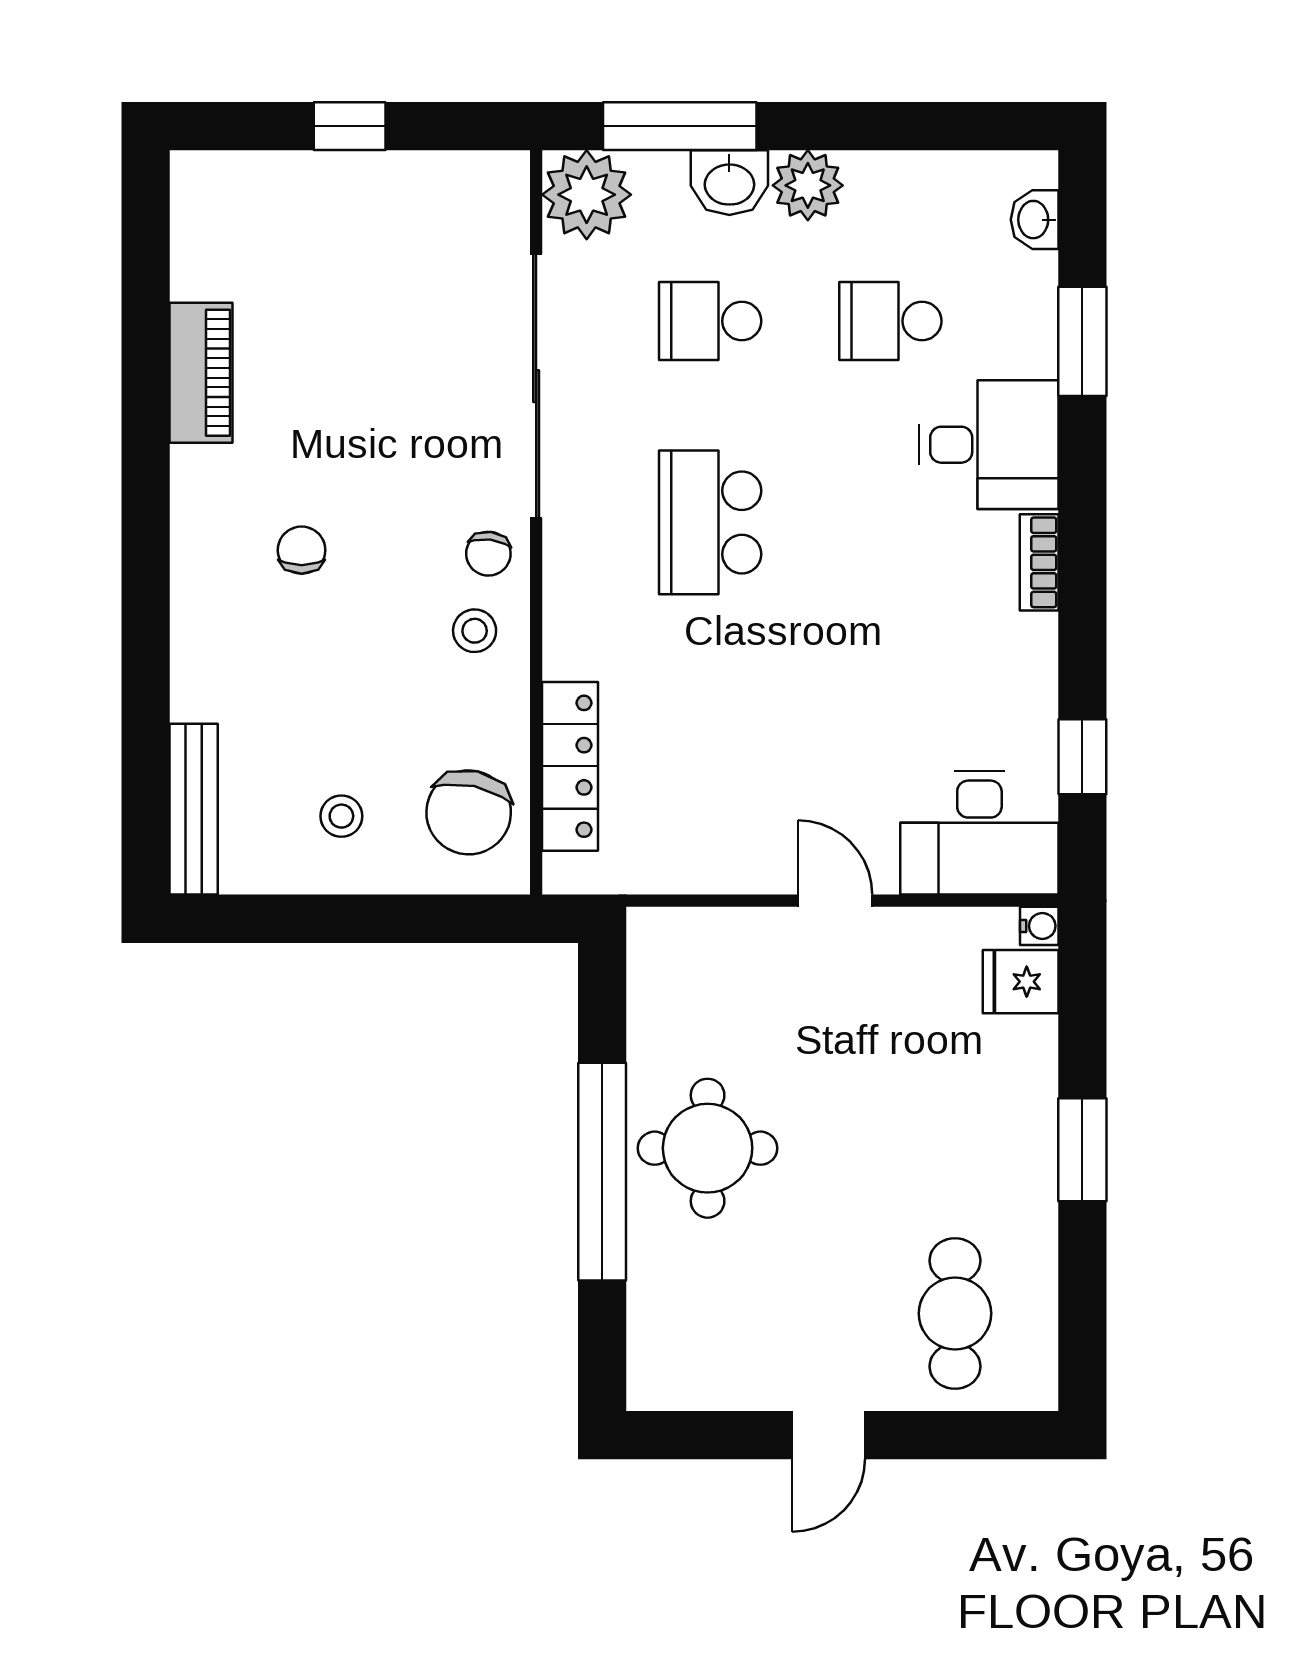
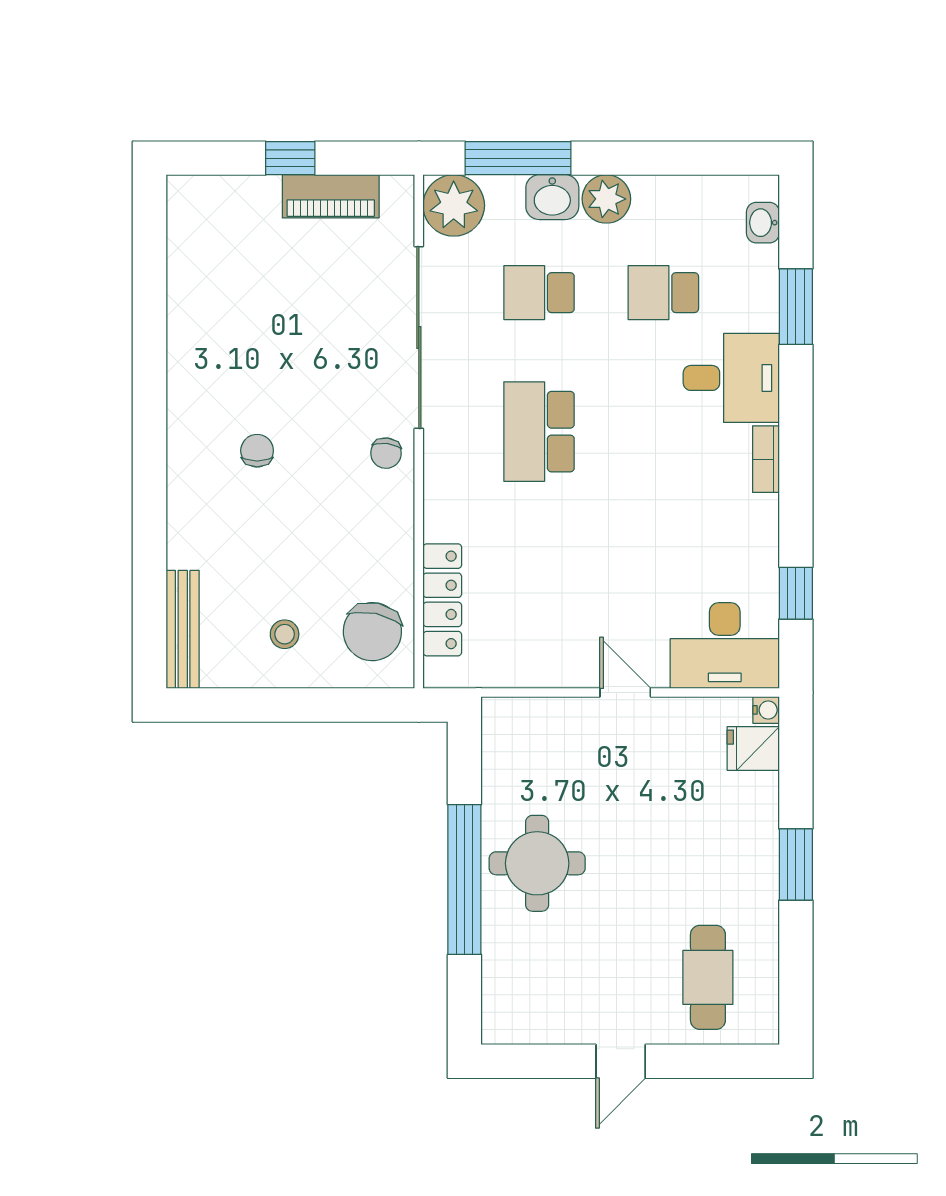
piano: (201, 373) -> (331, 196), moved, turned 90
stool: (475, 631) -> (376, 506), removed

